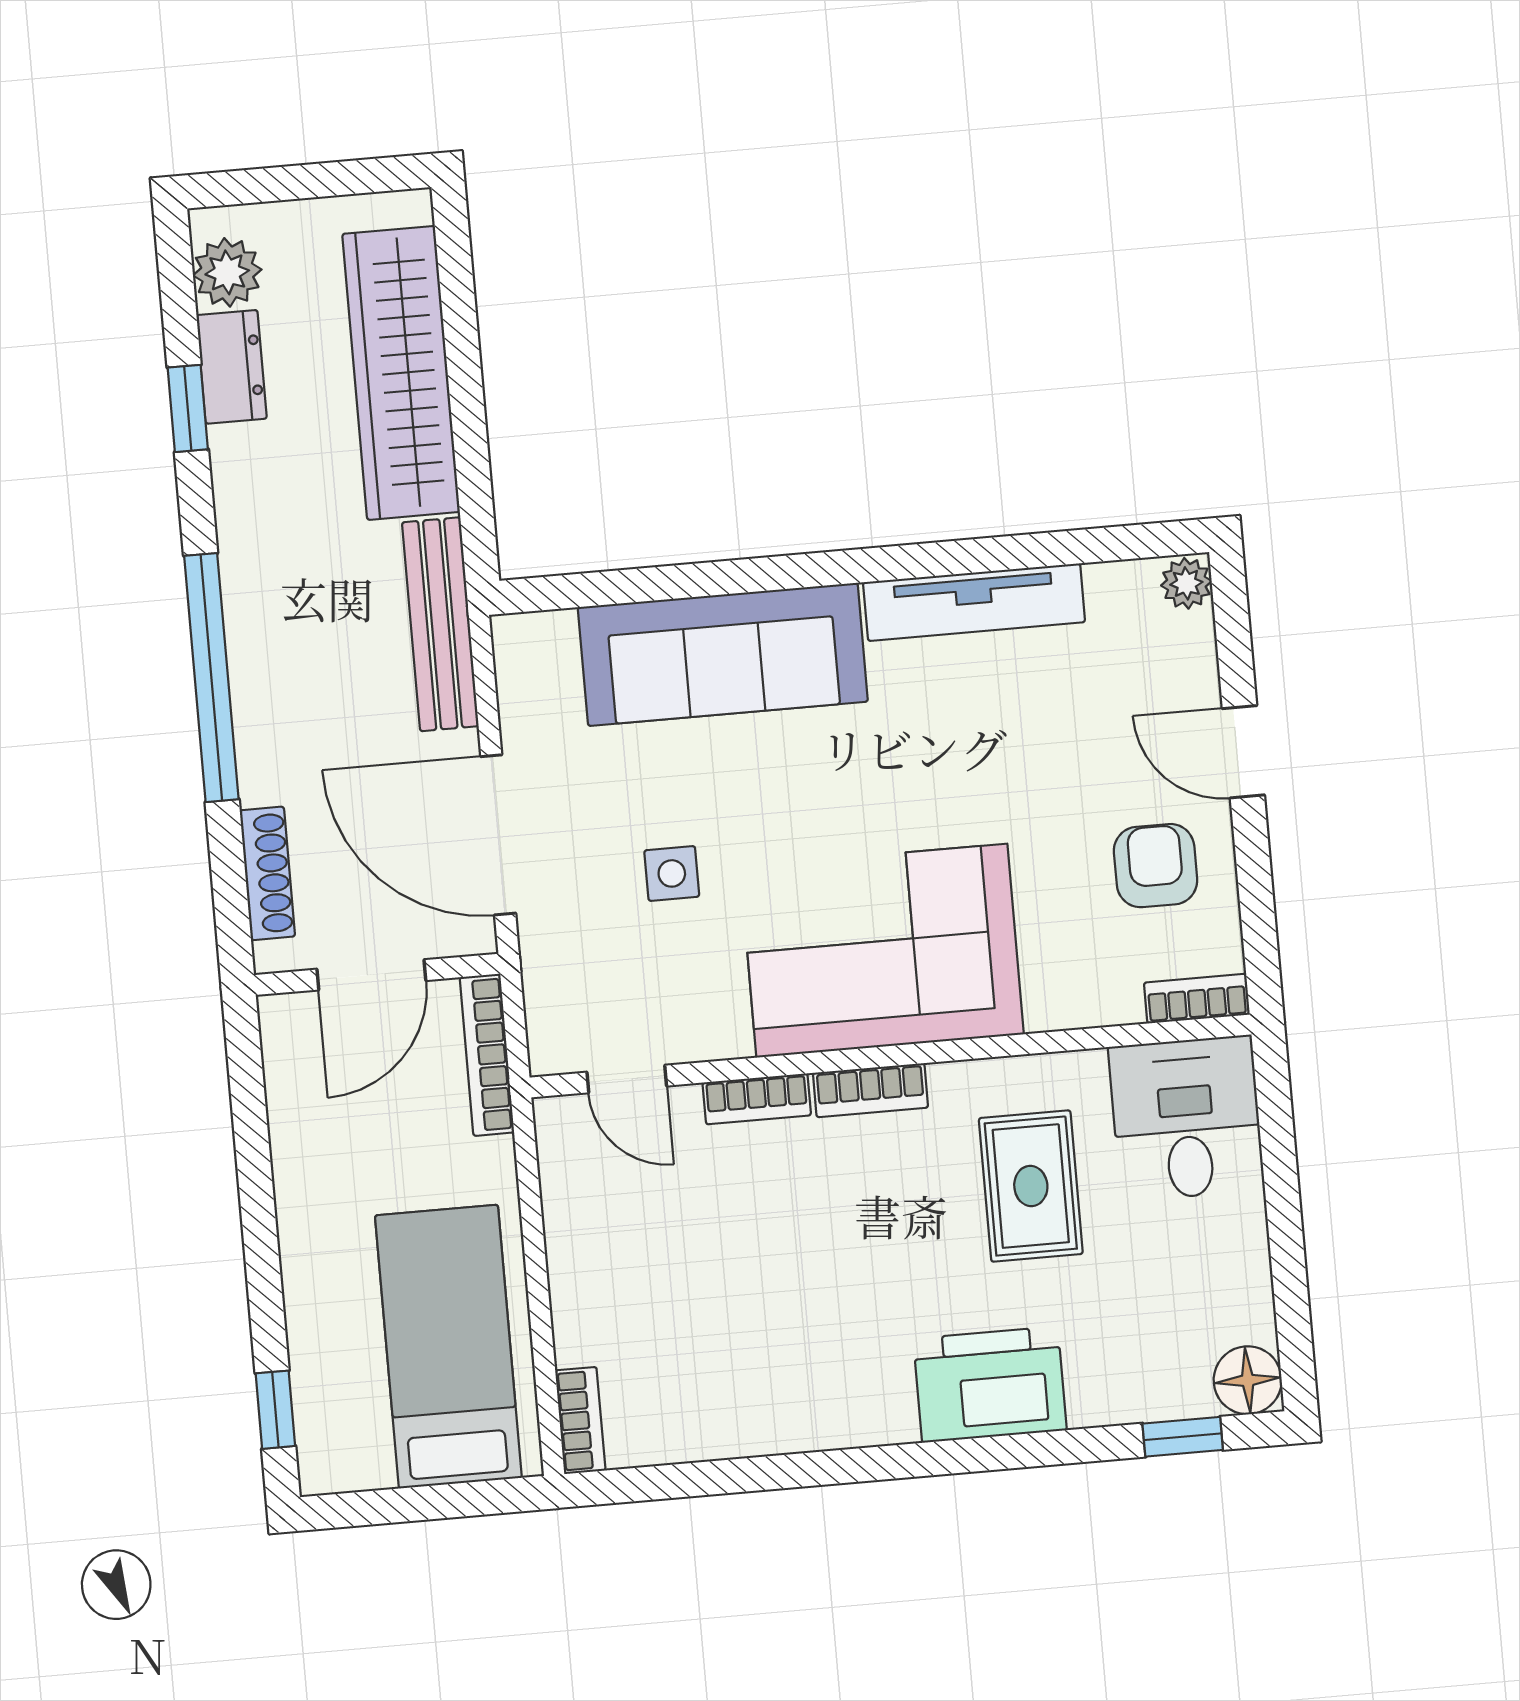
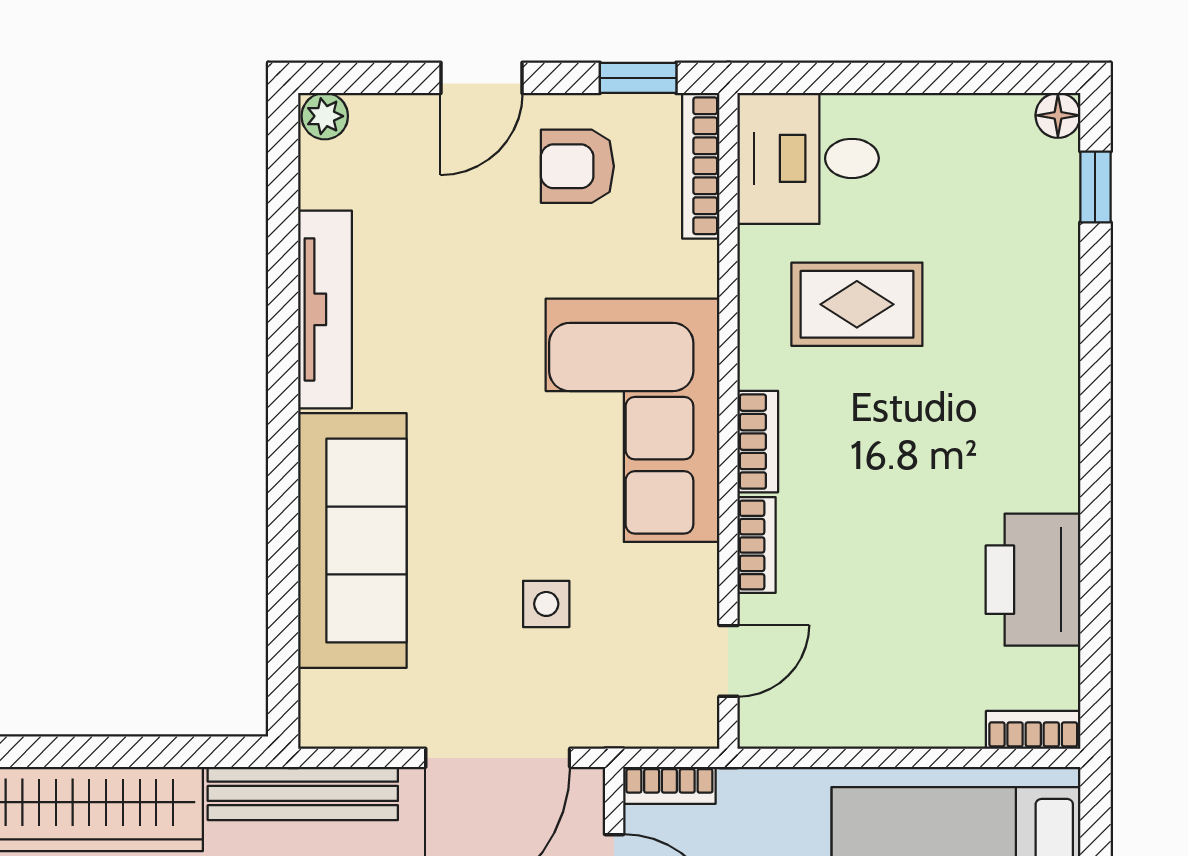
window: (1259, 924) -> (638, 78), added
bookcase: (1197, 999) -> (701, 166), width x1.56
bookcase: (487, 1055) -> (669, 785), width x0.64
floor lamp: (1248, 1380) -> (1058, 115), width x0.73, depth x0.73
printer: (990, 1384) -> (1033, 580), moved

